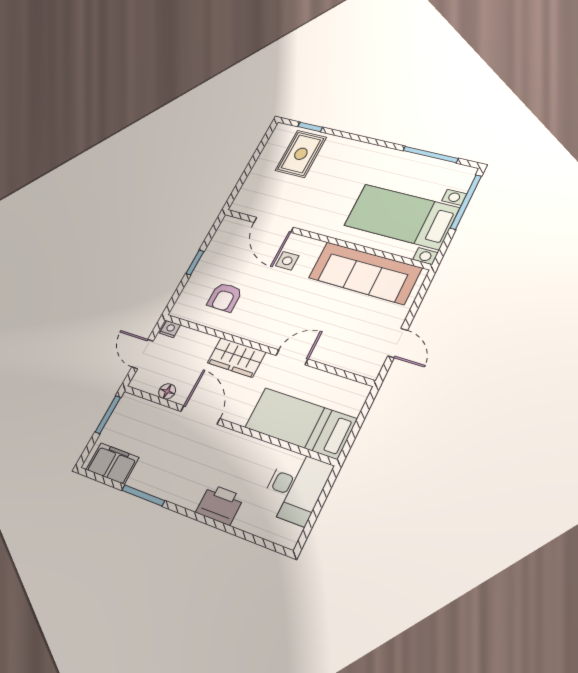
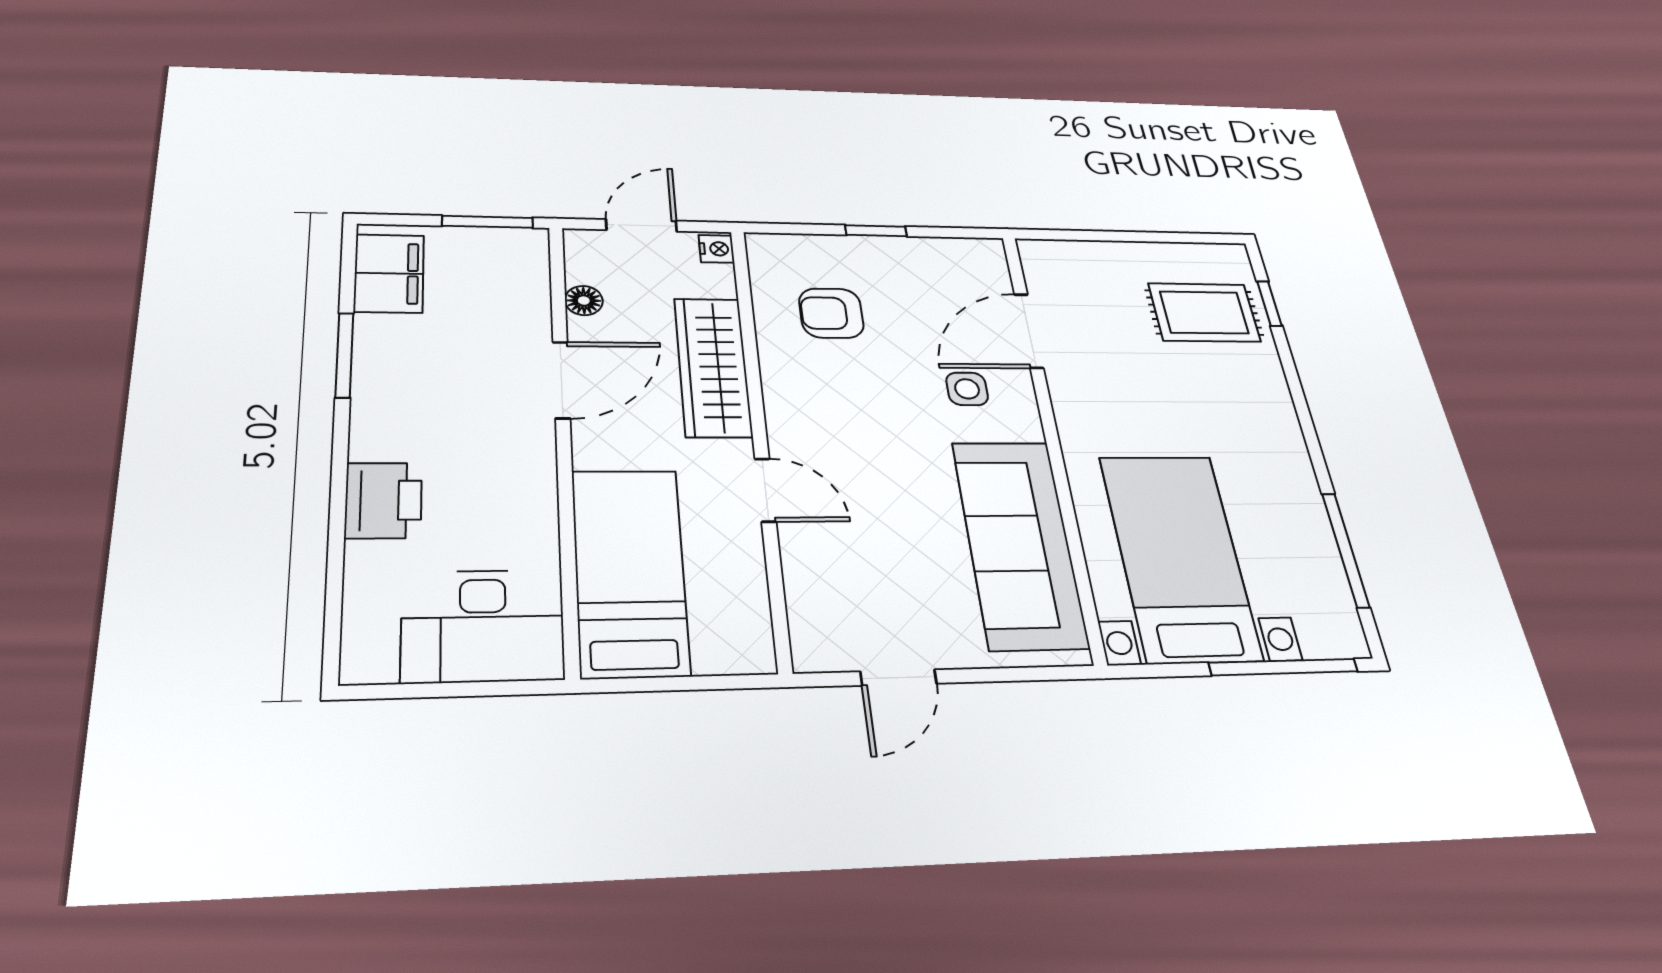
wardrobe: (237, 357) -> (713, 367), width x1.50

